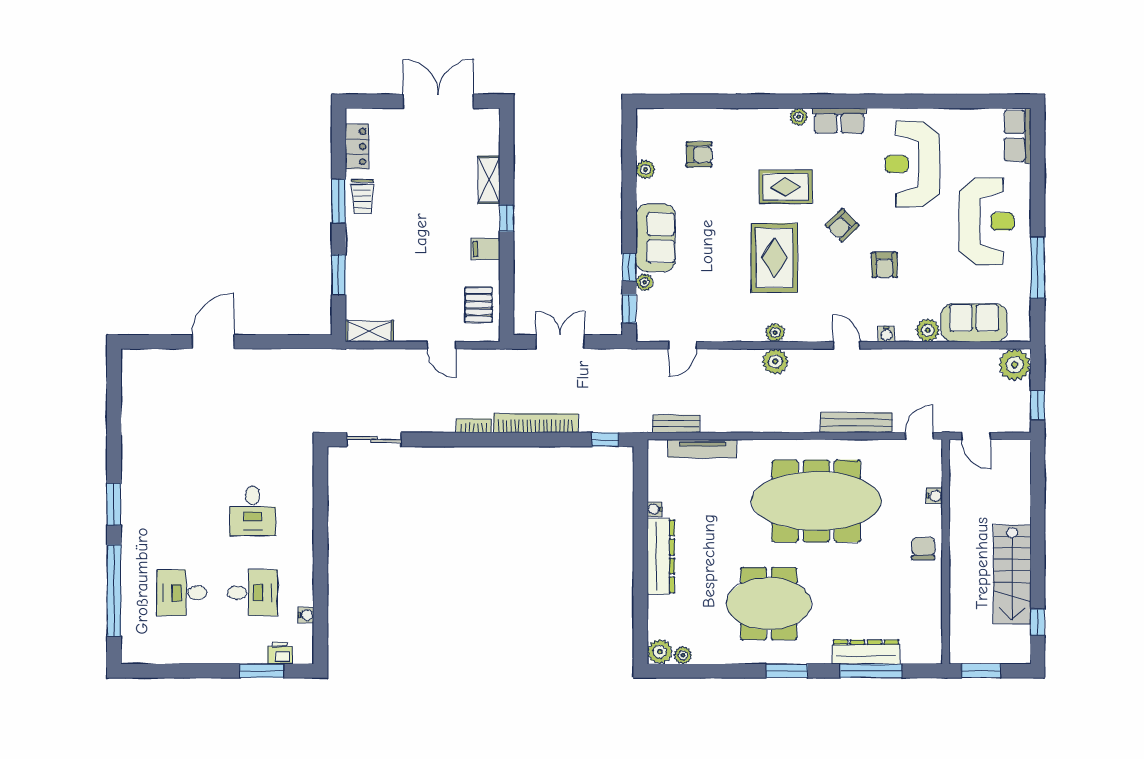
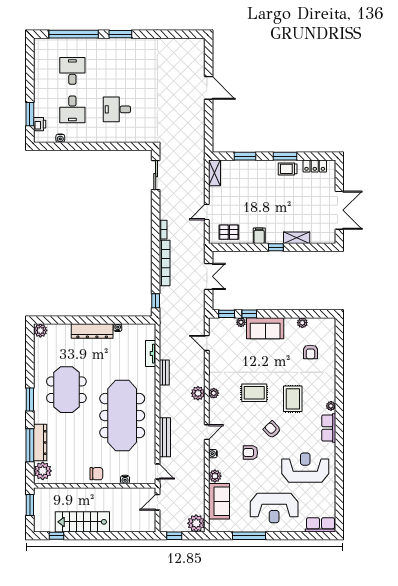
rug: (774, 258) -> (254, 393), width x0.73, depth x0.70
bench: (676, 424) -> (164, 373), moved
tv unit: (702, 449) -> (151, 354), width x0.71
plant: (683, 655) -> (43, 471), moved, width x1.88, depth x1.88

